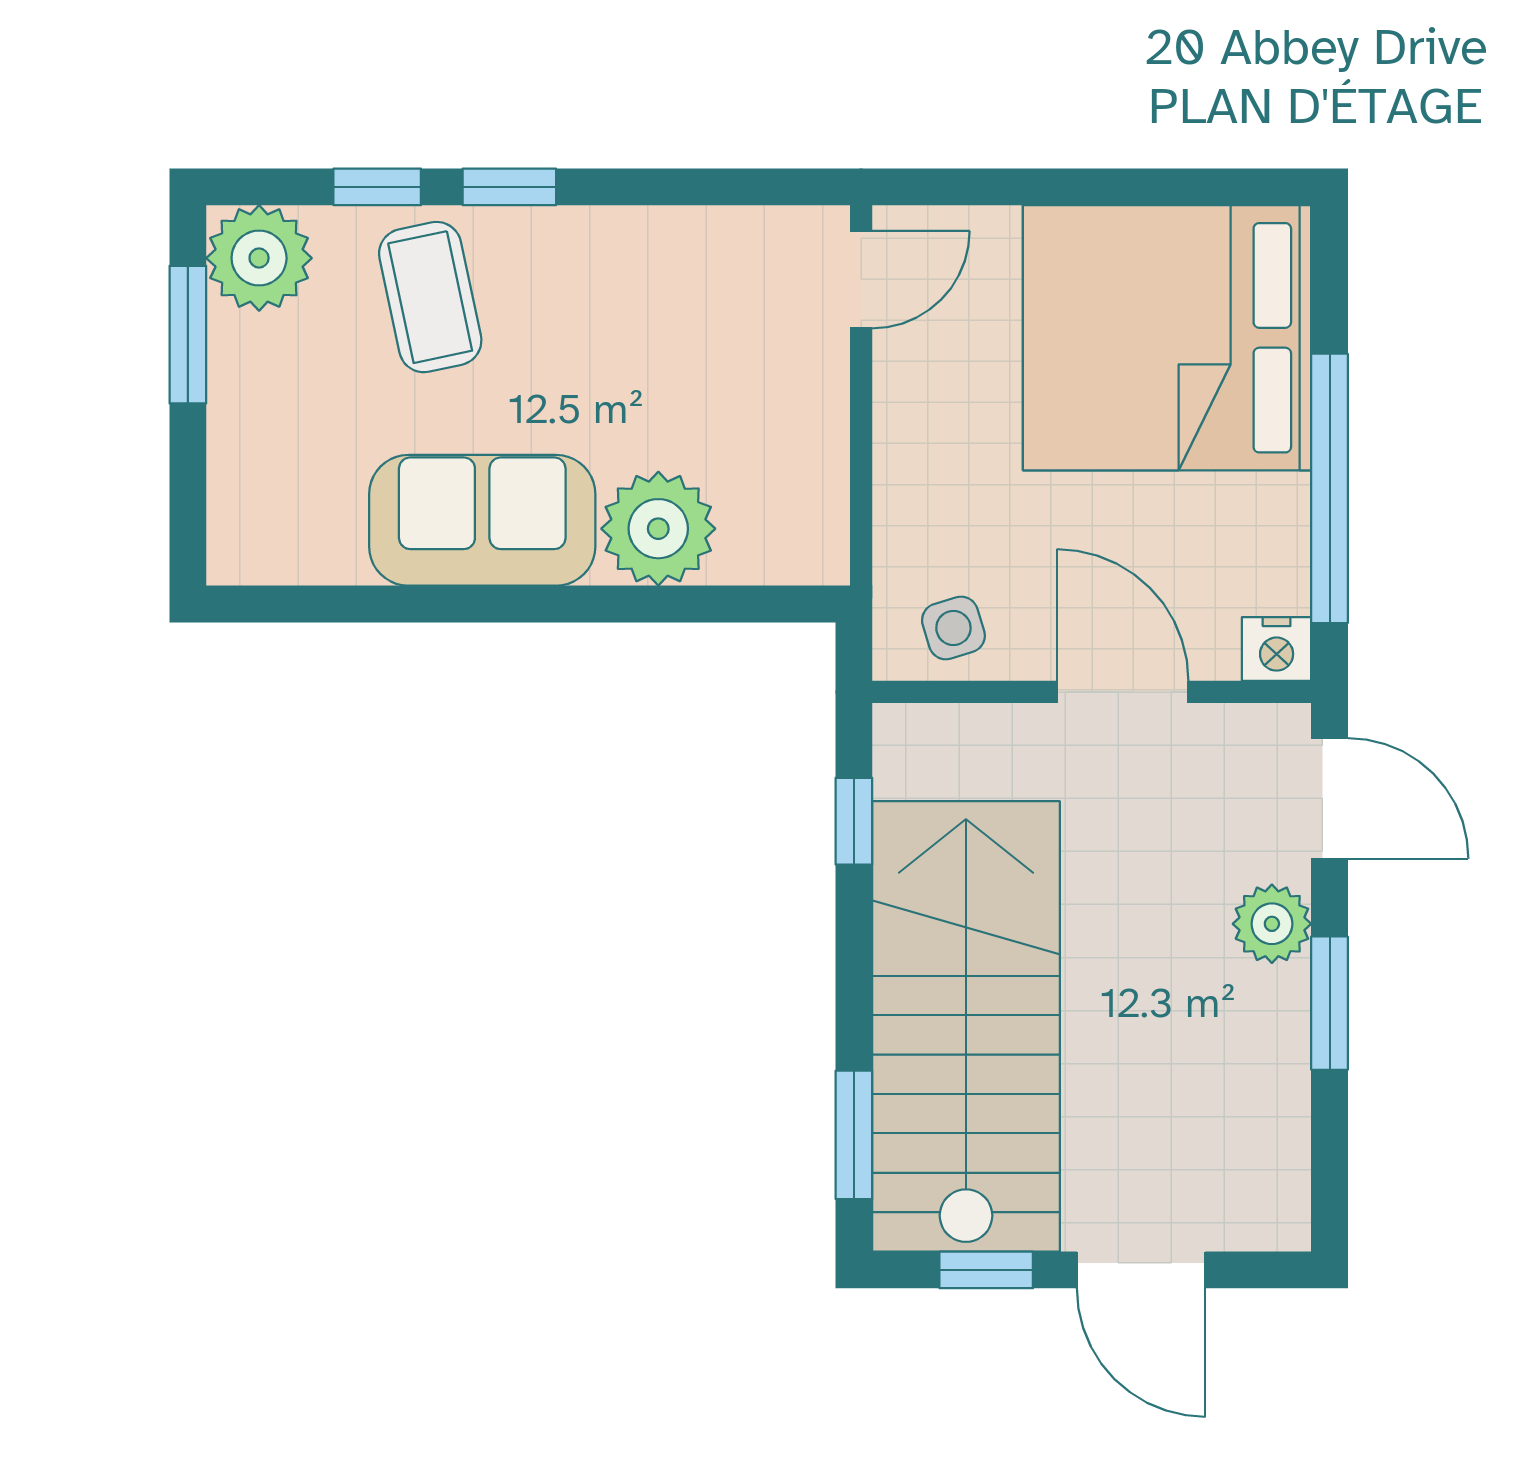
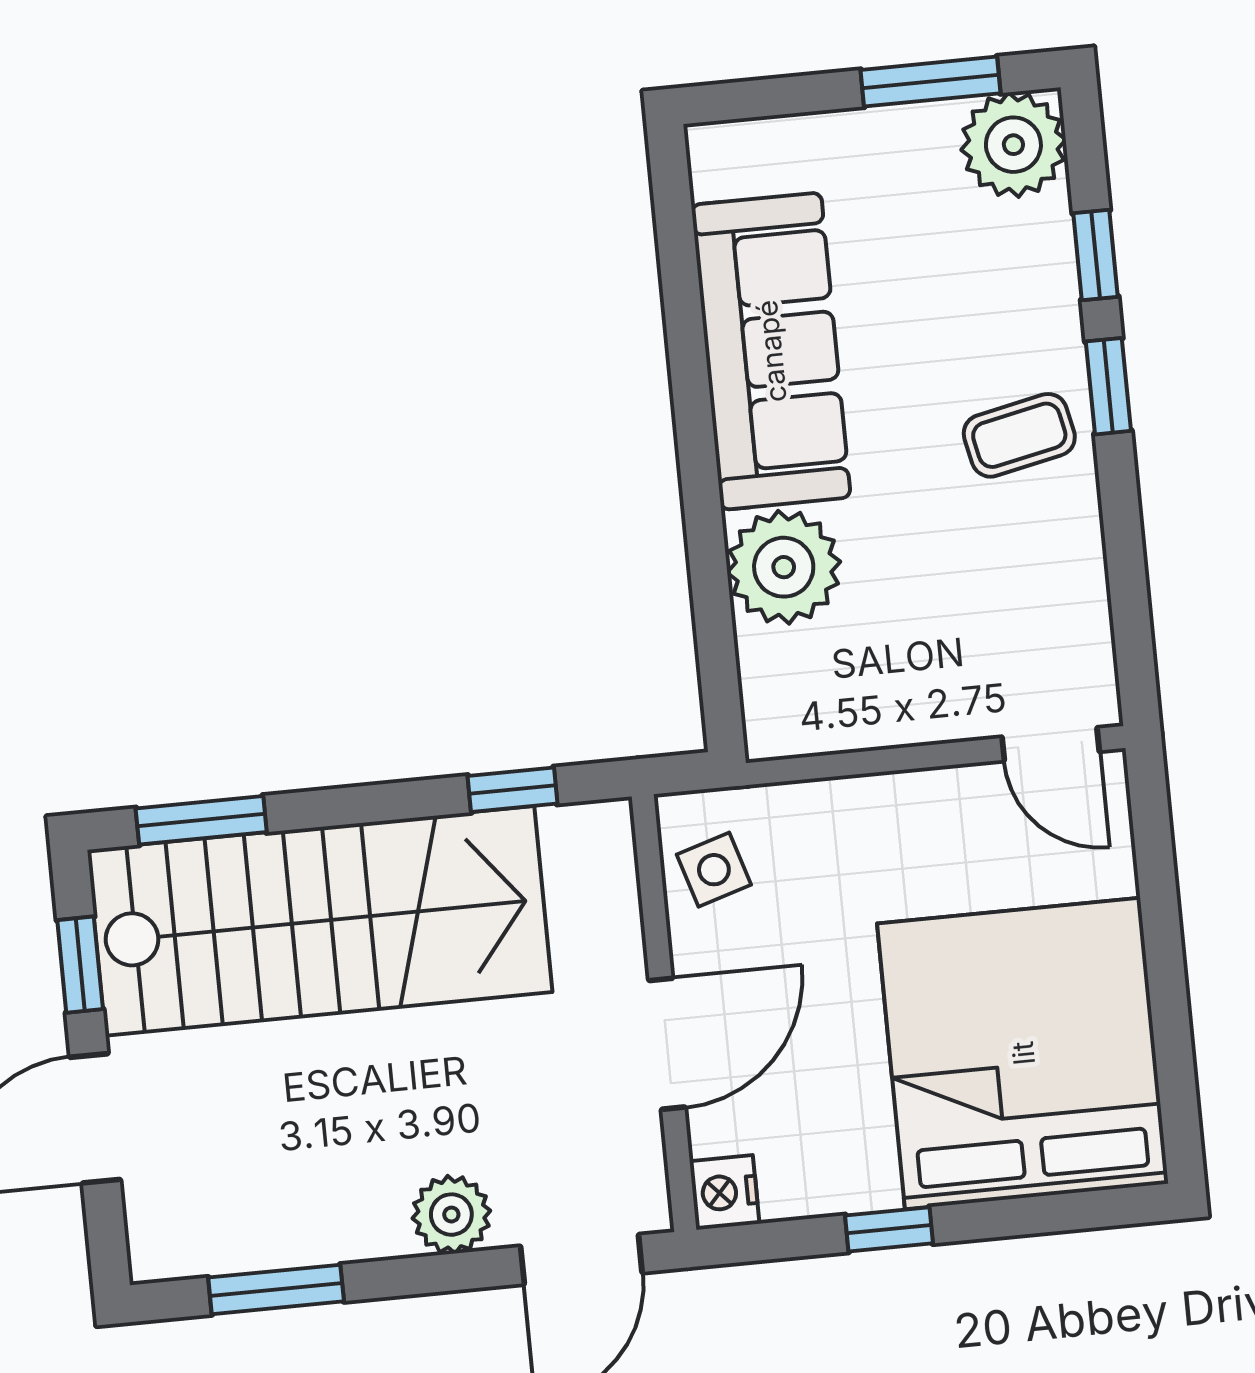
coffee table: (430, 297) -> (1019, 435), moved, width x0.73, depth x0.77
window: (1330, 488) -> (889, 1229), width x0.32
sofa: (482, 520) -> (771, 351), width x1.36
window: (1330, 1003) -> (276, 1289), moved

